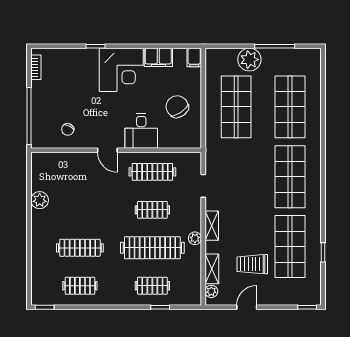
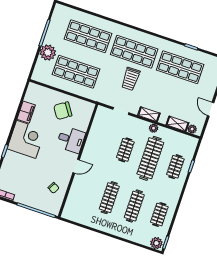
filing cabinet: (194, 57) -> (34, 88), removed
clothes rail: (152, 172) -> (109, 198), moved
plant: (40, 200) -> (156, 243), moved
trolley: (252, 264) -> (131, 79), moved

